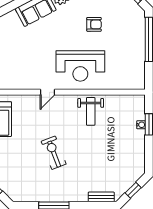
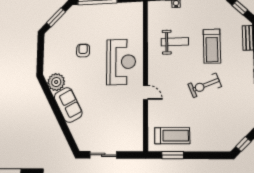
weight bench: (91, 111) -> (175, 42), moved
treadmill: (94, 161) -> (212, 46), added

